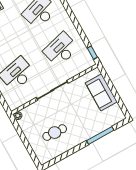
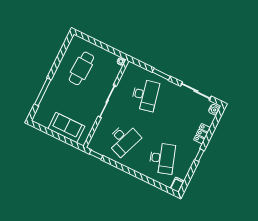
desk: (61, 49) -> (123, 139), turned 36
cafe table: (55, 133) -> (81, 68), width x1.37, depth x1.35

